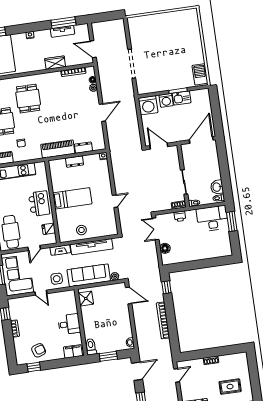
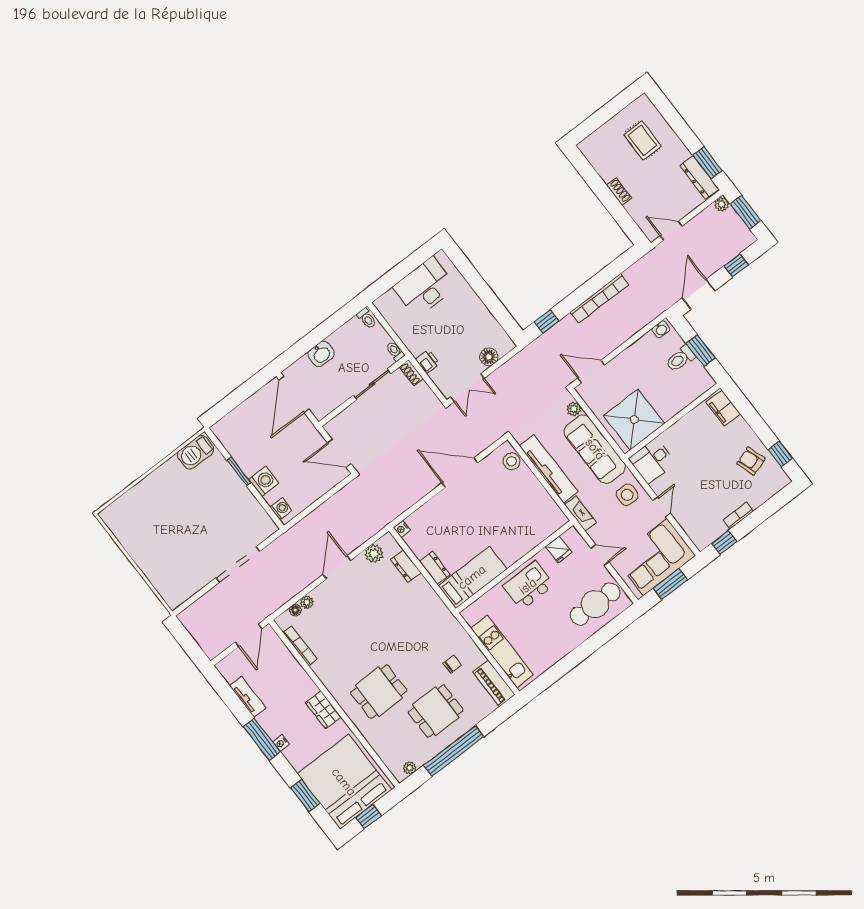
window: (63, 23) -> (262, 739), moved
wardrobe: (55, 63) -> (323, 710), moved
kitchen sink: (182, 98) -> (247, 460), removed
washing machine: (148, 105) -> (281, 509), width x0.53, depth x0.53
door: (102, 113) -> (337, 567), hinge flipped
plant: (99, 135) -> (374, 554), added
door: (201, 140) -> (294, 394), hinge flipped
door: (159, 146) -> (339, 453), hinge flipped
piano: (58, 149) -> (430, 604), removed
washbasin: (217, 187) -> (321, 354), moved
bed: (72, 198) -> (472, 577), moved, turned 90
door: (115, 201) -> (460, 473), width x1.87
desk: (212, 218) -> (425, 287), moved, turned 90
window: (232, 221) -> (391, 279), removed
stool: (81, 230) -> (512, 461), moved
door: (129, 295) -> (591, 372), hinge flipped
shower: (86, 299) -> (634, 420), width x1.86, depth x1.86
desk: (69, 324) -> (652, 461), moved, turned -90
toilet: (91, 347) -> (680, 359), moved
door: (137, 371) -> (699, 294), hinge flipped

